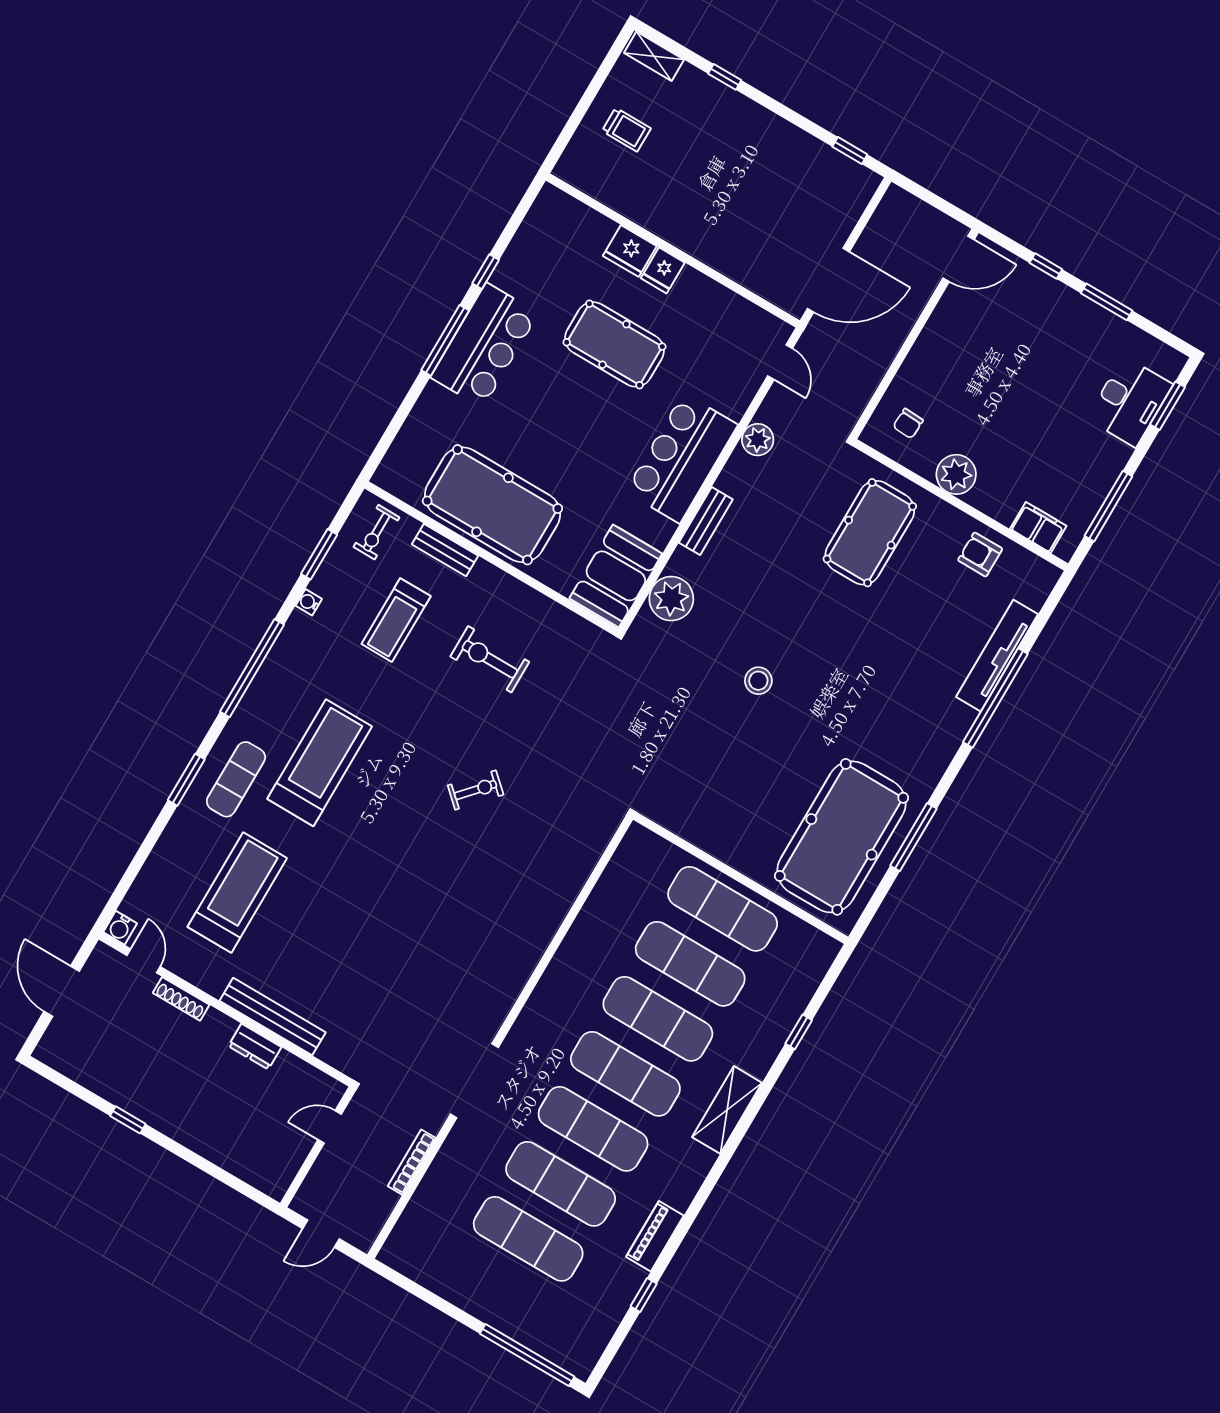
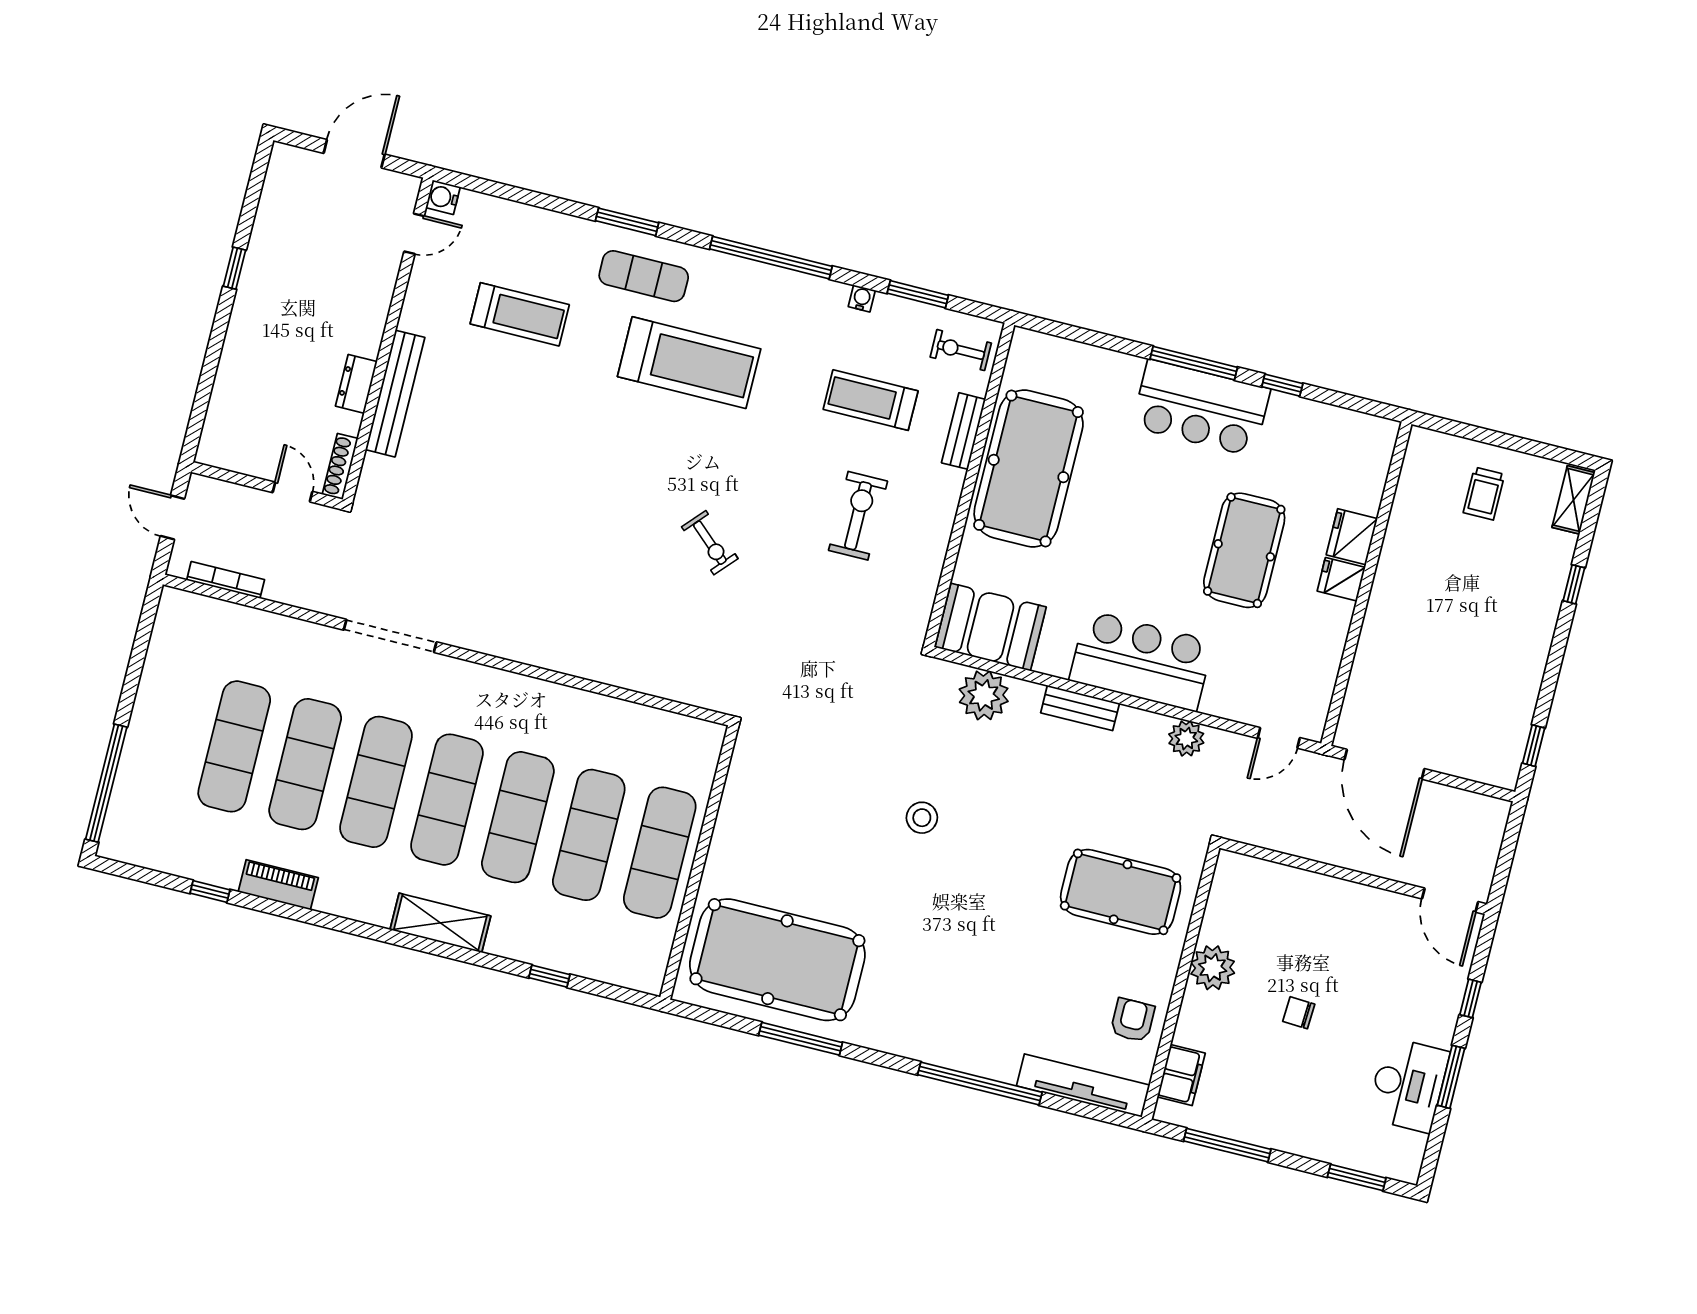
desk: (1130, 402) -> (1408, 1085), moved, turned -90
chair: (908, 423) -> (1299, 1013), moved
tv unit: (997, 656) -> (1083, 1086), moved
treadmill: (237, 893) -> (520, 314), width x0.73, depth x0.73
shoe rack: (181, 999) -> (340, 466), moved
bookcase: (412, 1162) -> (226, 580), moved

